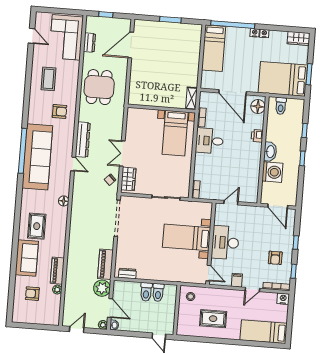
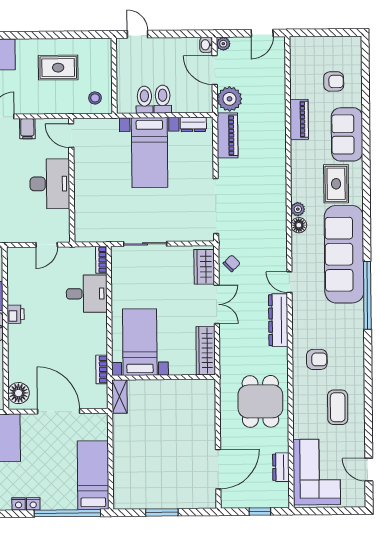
armchair: (60, 111) -> (317, 359), turned 180
wardrobe: (132, 124) -> (206, 351), added
printer: (257, 136) -> (16, 314), moved
desk: (209, 141) -> (87, 294), moved
sofa: (37, 157) -> (344, 254), moved
bed with nightstands: (187, 237) -> (150, 153), moved, turned 90
plant: (57, 290) -> (298, 209), moved

